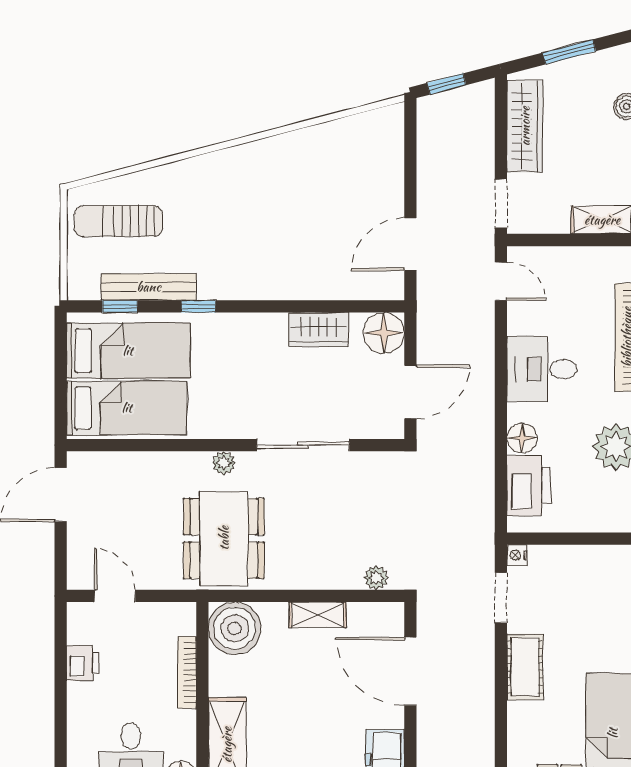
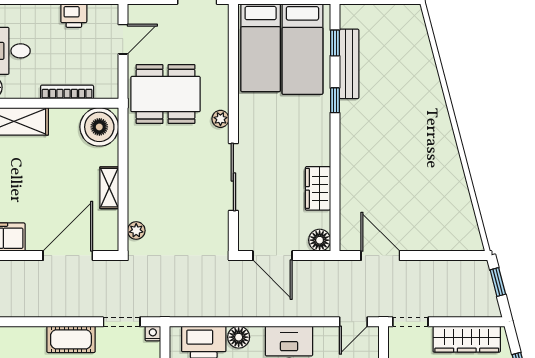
sun lounger: (119, 221) -> (397, 42), removed
floor lamp: (384, 333) -> (320, 240), width x0.73, depth x0.73
dining table: (224, 538) -> (166, 94), moved

